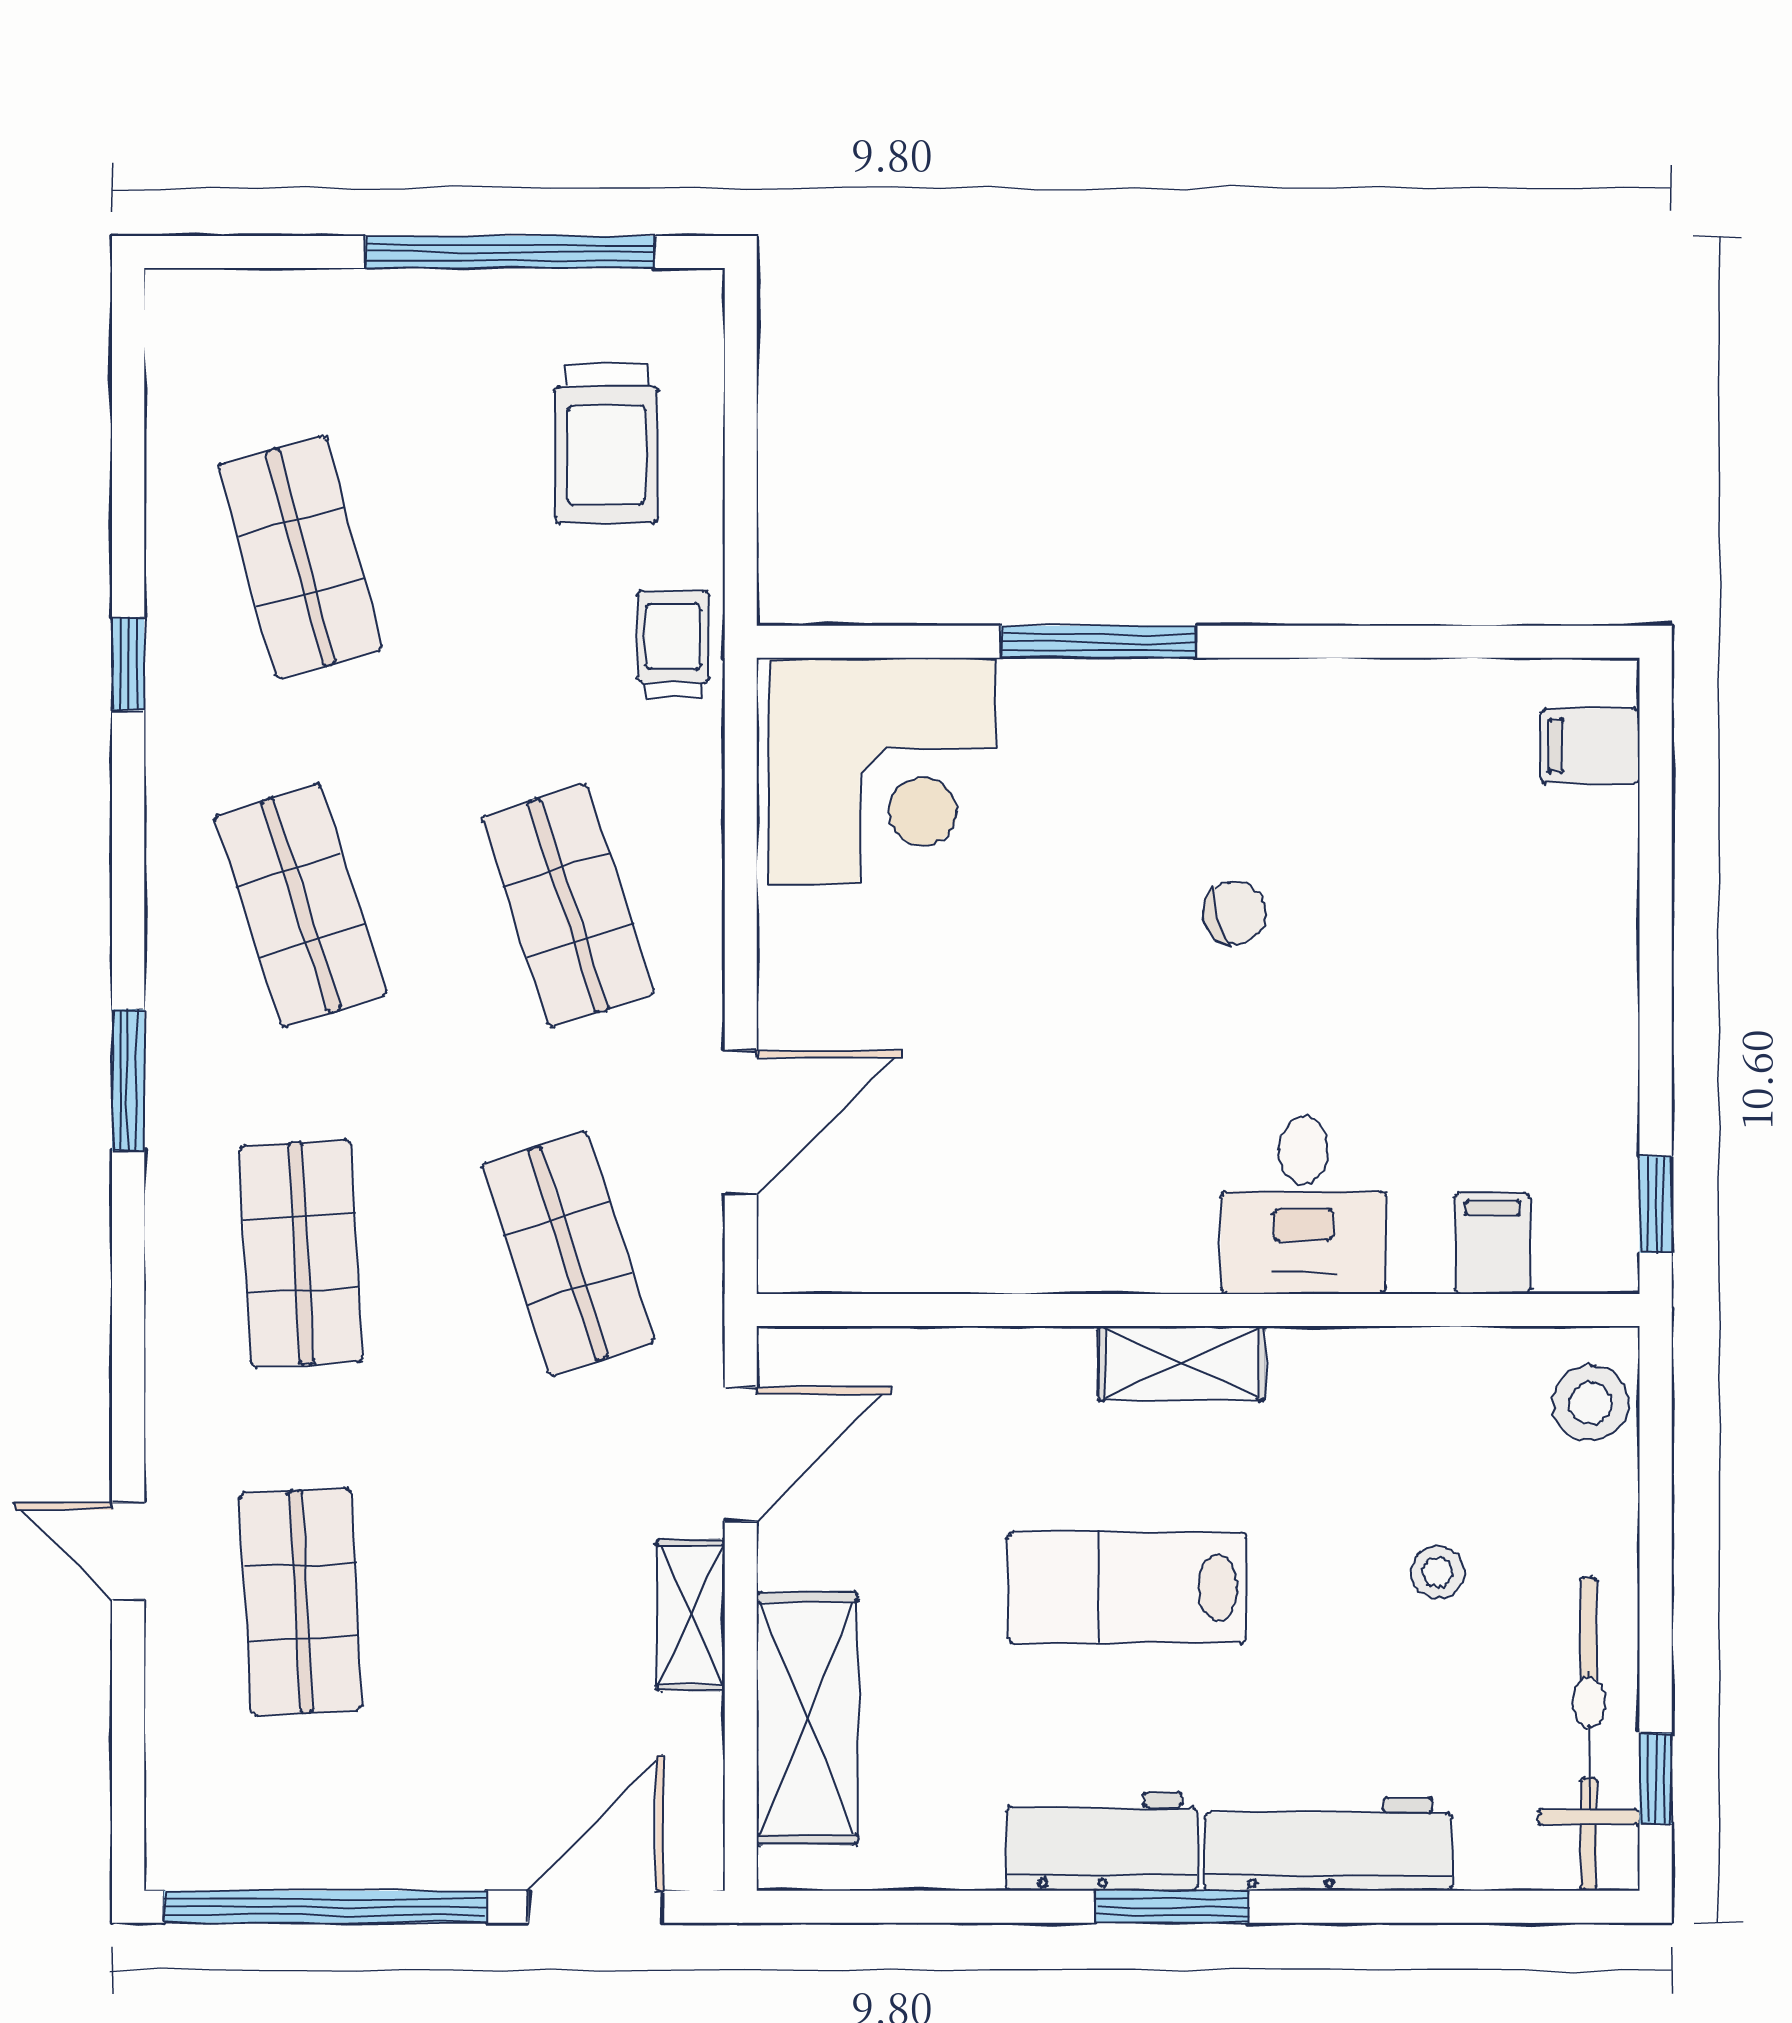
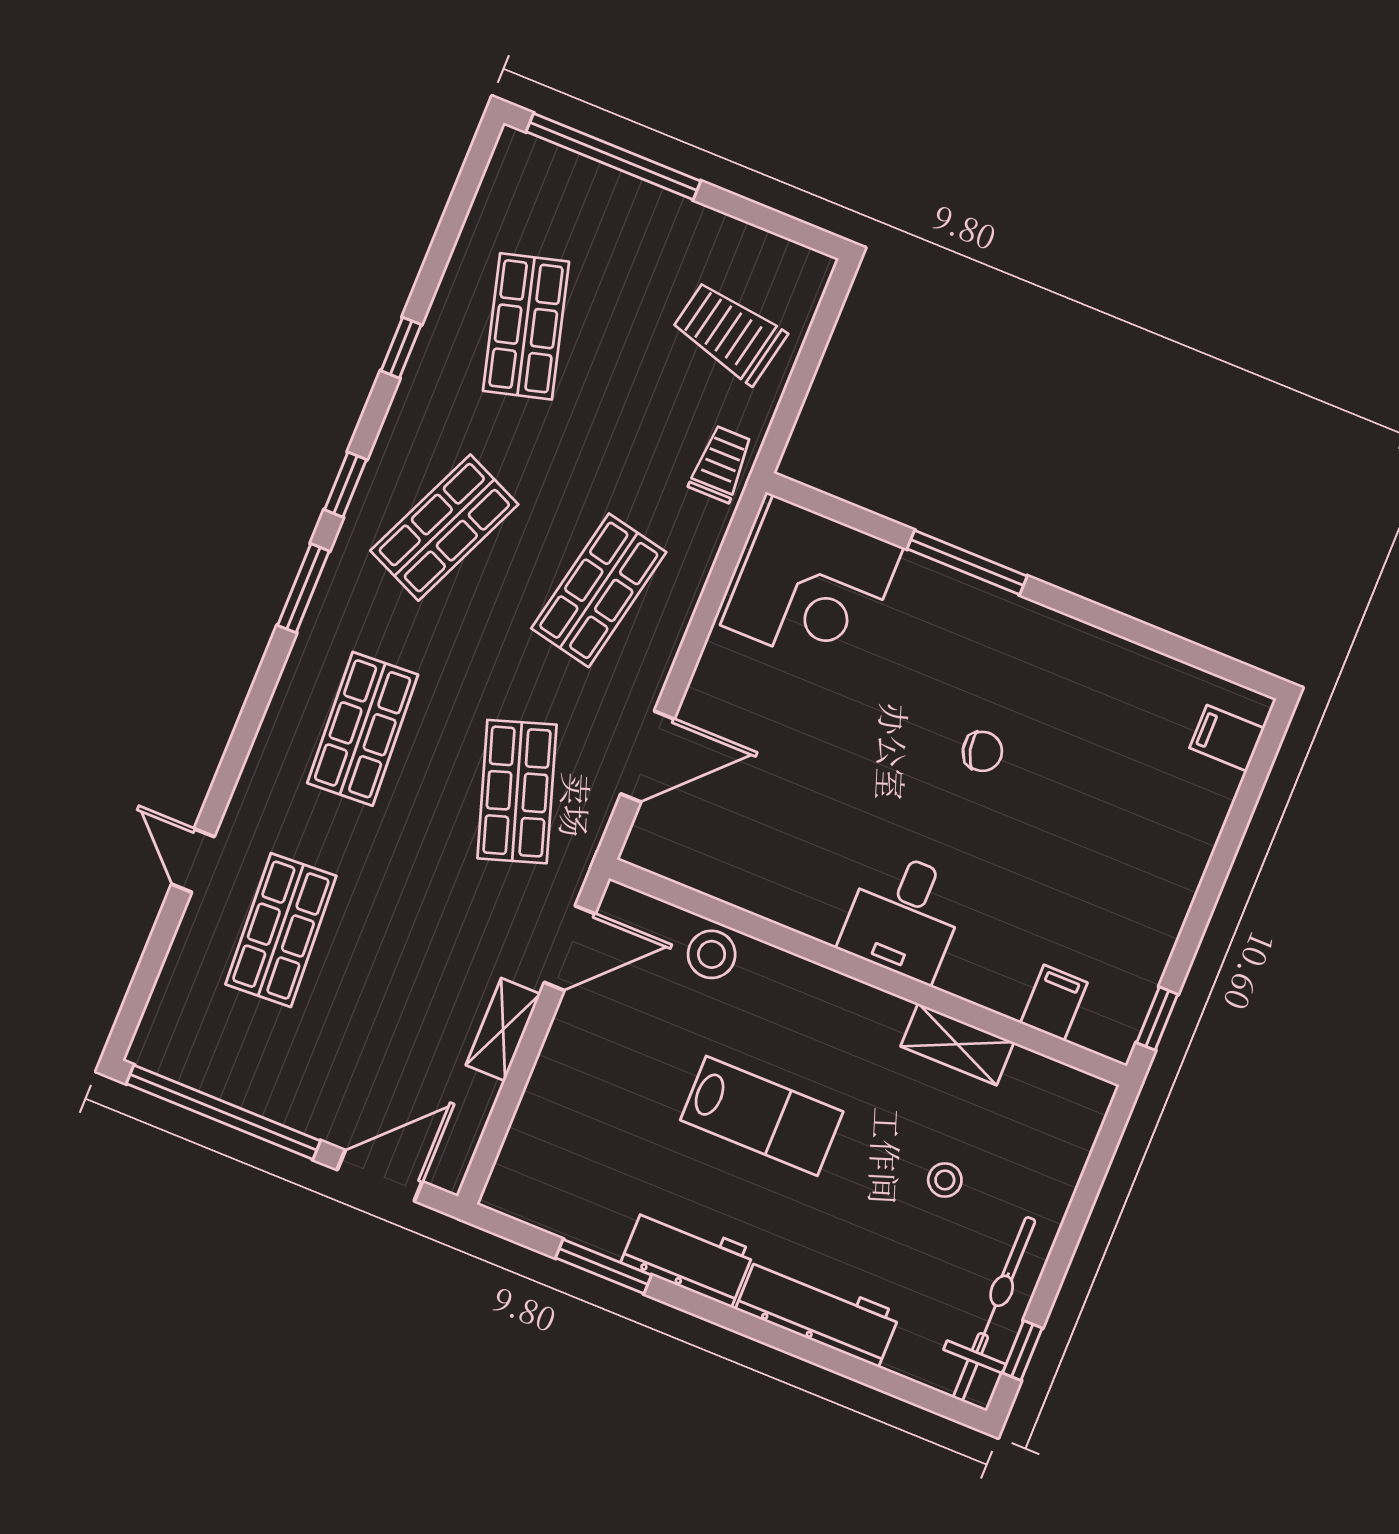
window: (510, 252) -> (613, 156), moved
trolley: (606, 444) -> (729, 332), turned 102
window: (128, 901) -> (345, 485), added
shop shelf: (301, 905) -> (444, 528), turned 42
shop shelf: (568, 905) -> (599, 590), turned 30
desk: (1303, 1205) -> (904, 916), moved
shelving: (1181, 1363) -> (957, 1044), moved
stool: (1590, 1403) -> (712, 954), moved
lab bench: (1127, 1588) -> (762, 1116), turned 180
shelving: (807, 1718) -> (546, 1116), removed
window: (1173, 1907) -> (603, 1267), moved

